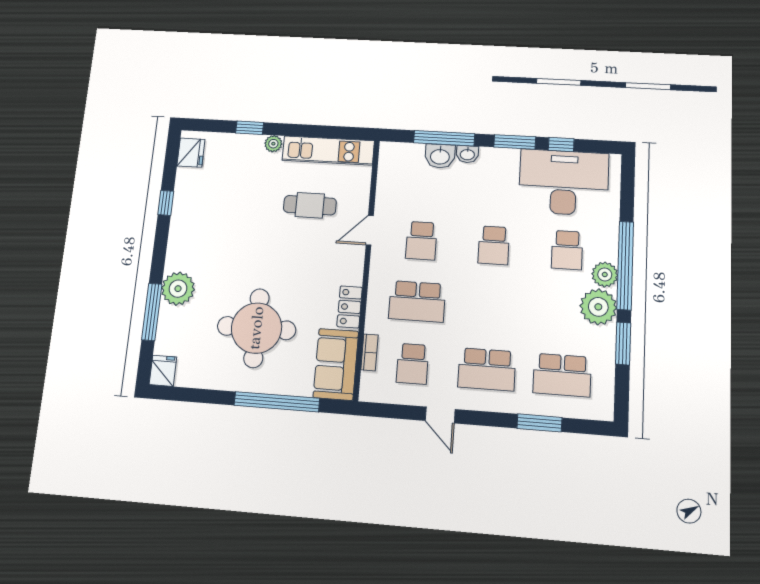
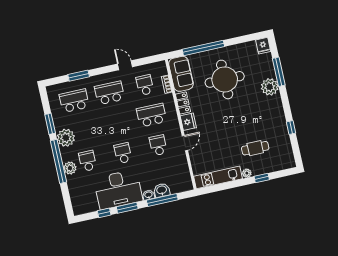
fridge: (191, 153) -> (188, 122), moved, turned 180
desk: (564, 182) -> (118, 189), moved
cafe table: (310, 205) -> (255, 148), moved
plant: (605, 274) -> (70, 168), moved

